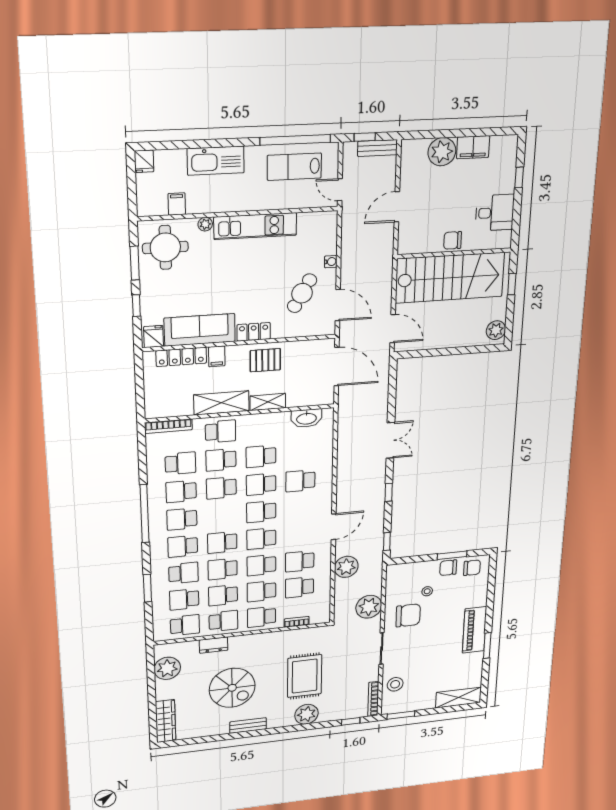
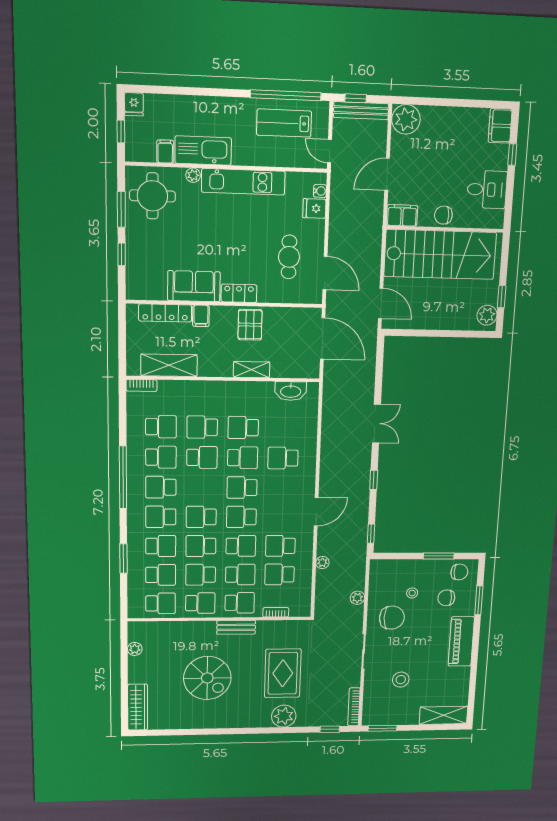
filing cabinet: (473, 147) -> (500, 126), moved, turned 90
bench: (377, 148) -> (361, 111), width x1.36
plant: (442, 152) -> (406, 119), moved
kitchen sink: (216, 161) -> (203, 151), moved, turned 180
window: (132, 189) -> (121, 132), added
filing cabinet: (412, 244) -> (402, 215), added
water cooler: (331, 262) -> (320, 191), moved
window: (512, 284) -> (502, 297), moved
cafe table: (302, 293) -> (289, 257), turned -30
sofa: (200, 330) -> (194, 286), width x0.73
fridge: (154, 337) -> (314, 208), moved, turned -90
pallet: (265, 360) -> (250, 325), turned 90
shelving: (221, 403) -> (169, 365), moved
bookcase: (168, 426) -> (141, 385), width x0.64
school desk: (220, 431) -> (203, 396), removed
school desk: (261, 484) -> (243, 458), turned 180
school desk: (221, 488) -> (202, 457), turned 180
school desk: (181, 491) -> (161, 457), turned 180
school desk: (261, 565) -> (241, 546), turned 180
plant: (346, 567) -> (322, 563), width x0.53, depth x0.53
chair: (448, 568) -> (446, 598), moved
school desk: (261, 591) -> (240, 575), turned 180
school desk: (184, 599) -> (161, 575), turned 180
plant: (369, 607) -> (357, 598), width x0.53, depth x0.53
school desk: (262, 617) -> (240, 603), turned 180
dresser: (214, 645) -> (189, 628), removed
window: (487, 646) -> (479, 600), moved
plant: (167, 668) -> (135, 649), width x0.53, depth x0.53
stool: (395, 684) -> (401, 680), moved
bench: (248, 726) -> (236, 627), moved

